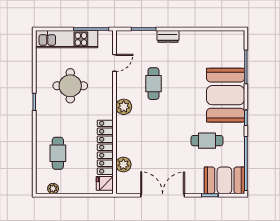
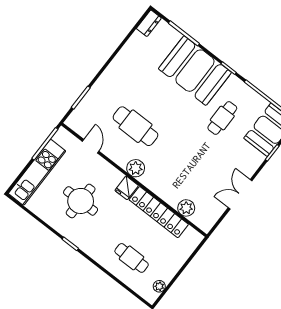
dresser: (168, 36) -> (149, 23), moved
cafe table: (153, 84) -> (135, 126), width x1.37, depth x1.35
fridge: (105, 183) -> (127, 188), moved
double door: (163, 195) -> (240, 194), width x0.73

